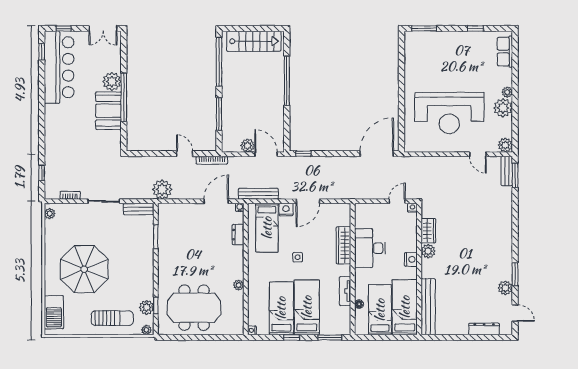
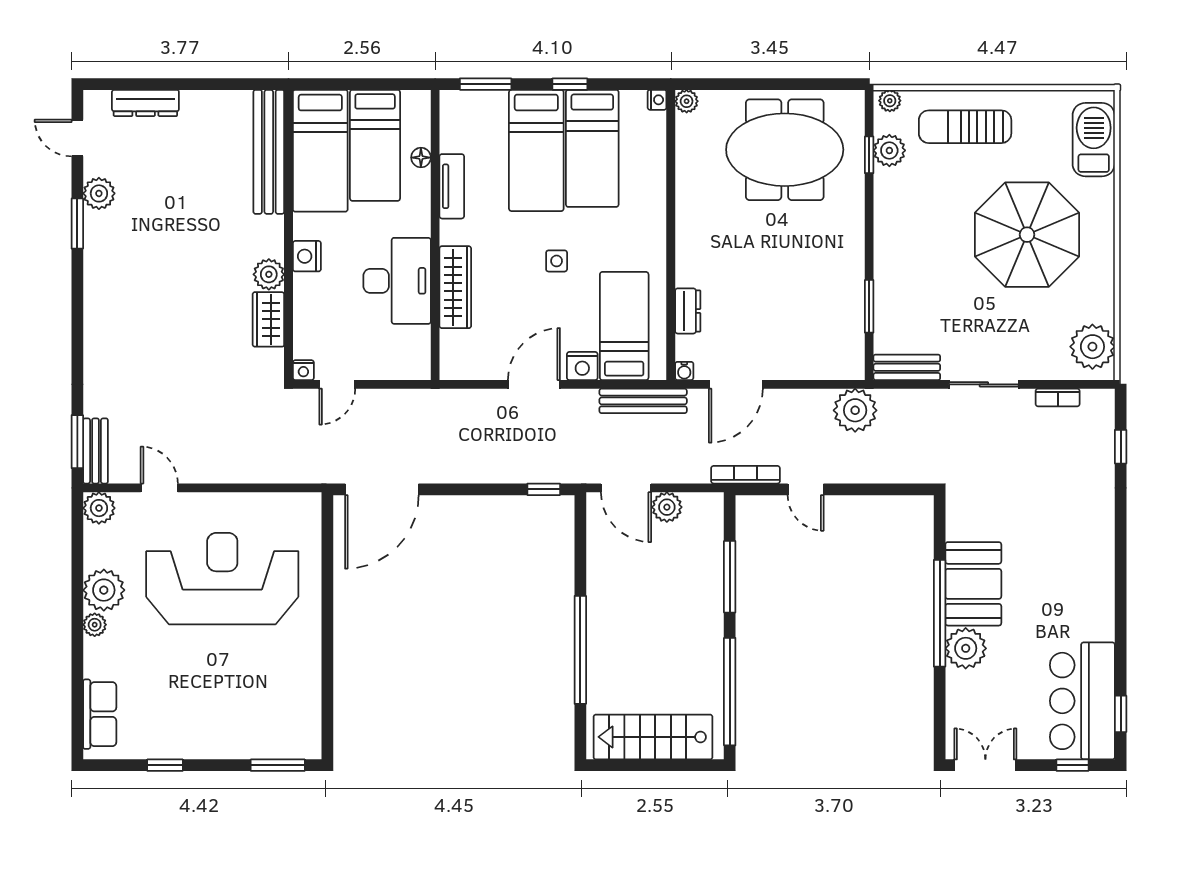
bar counter: (59, 67) -> (1082, 701), width x0.73
plant: (50, 214) -> (1092, 347), width x1.87, depth x1.87
plant: (239, 285) -> (687, 101), moved

